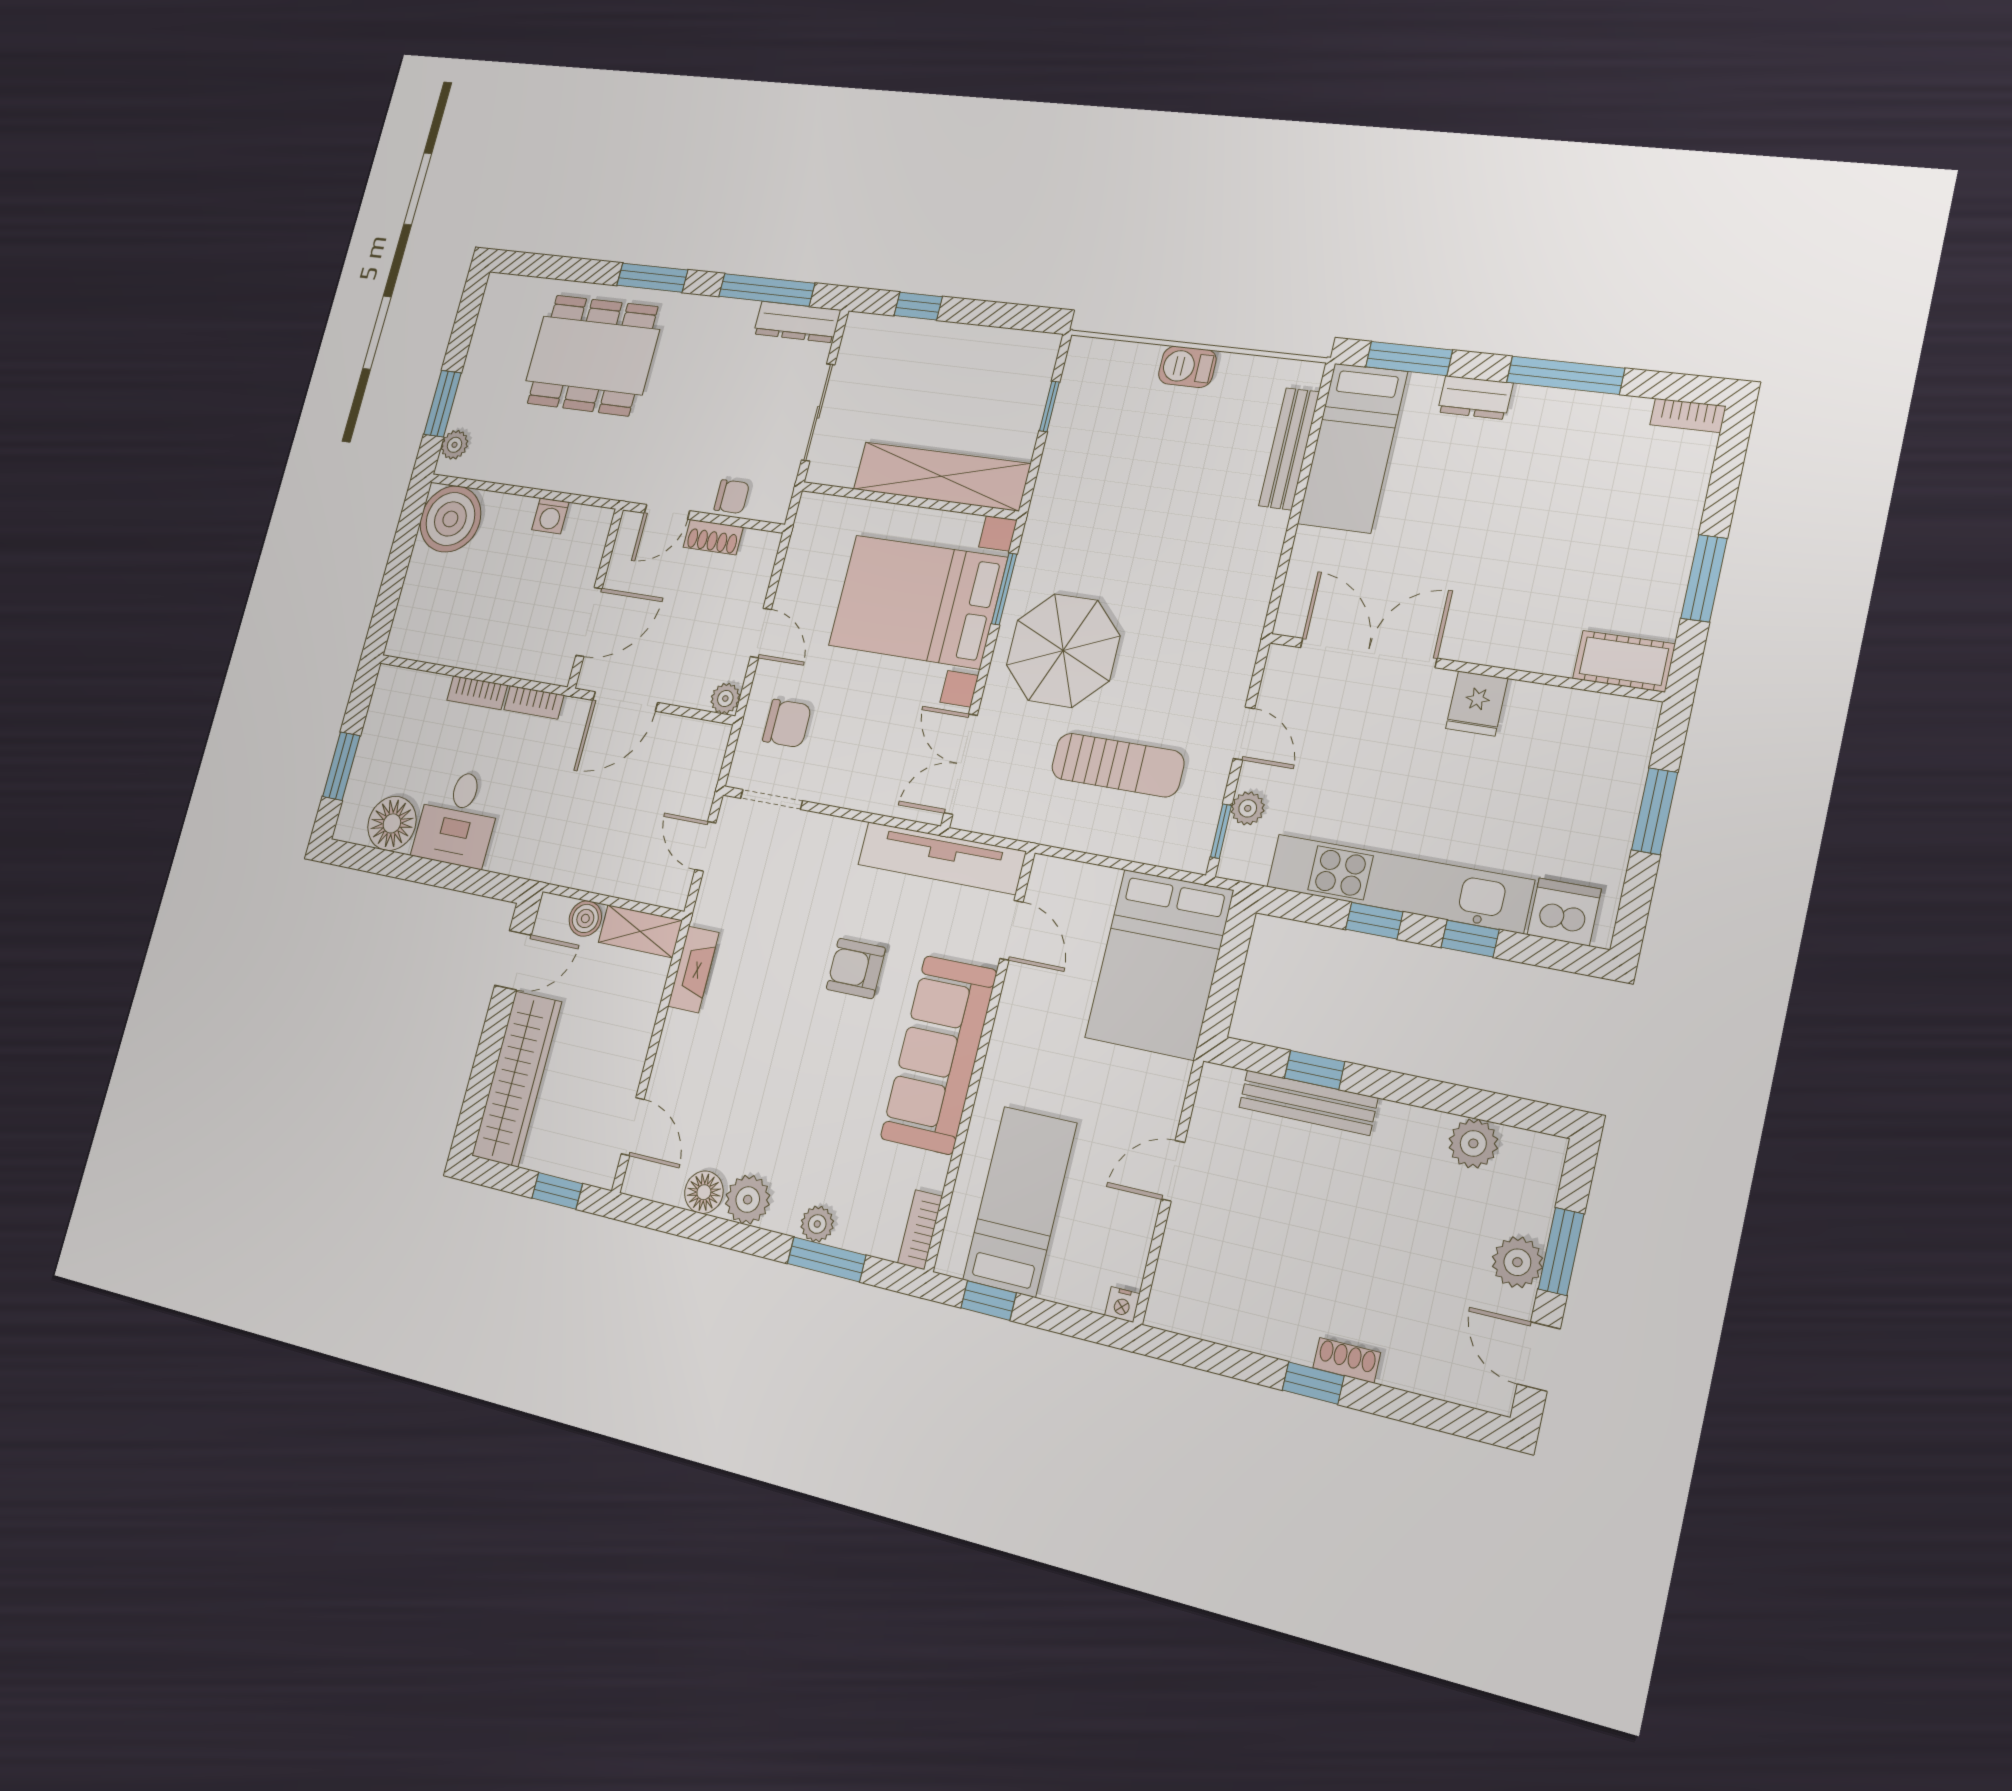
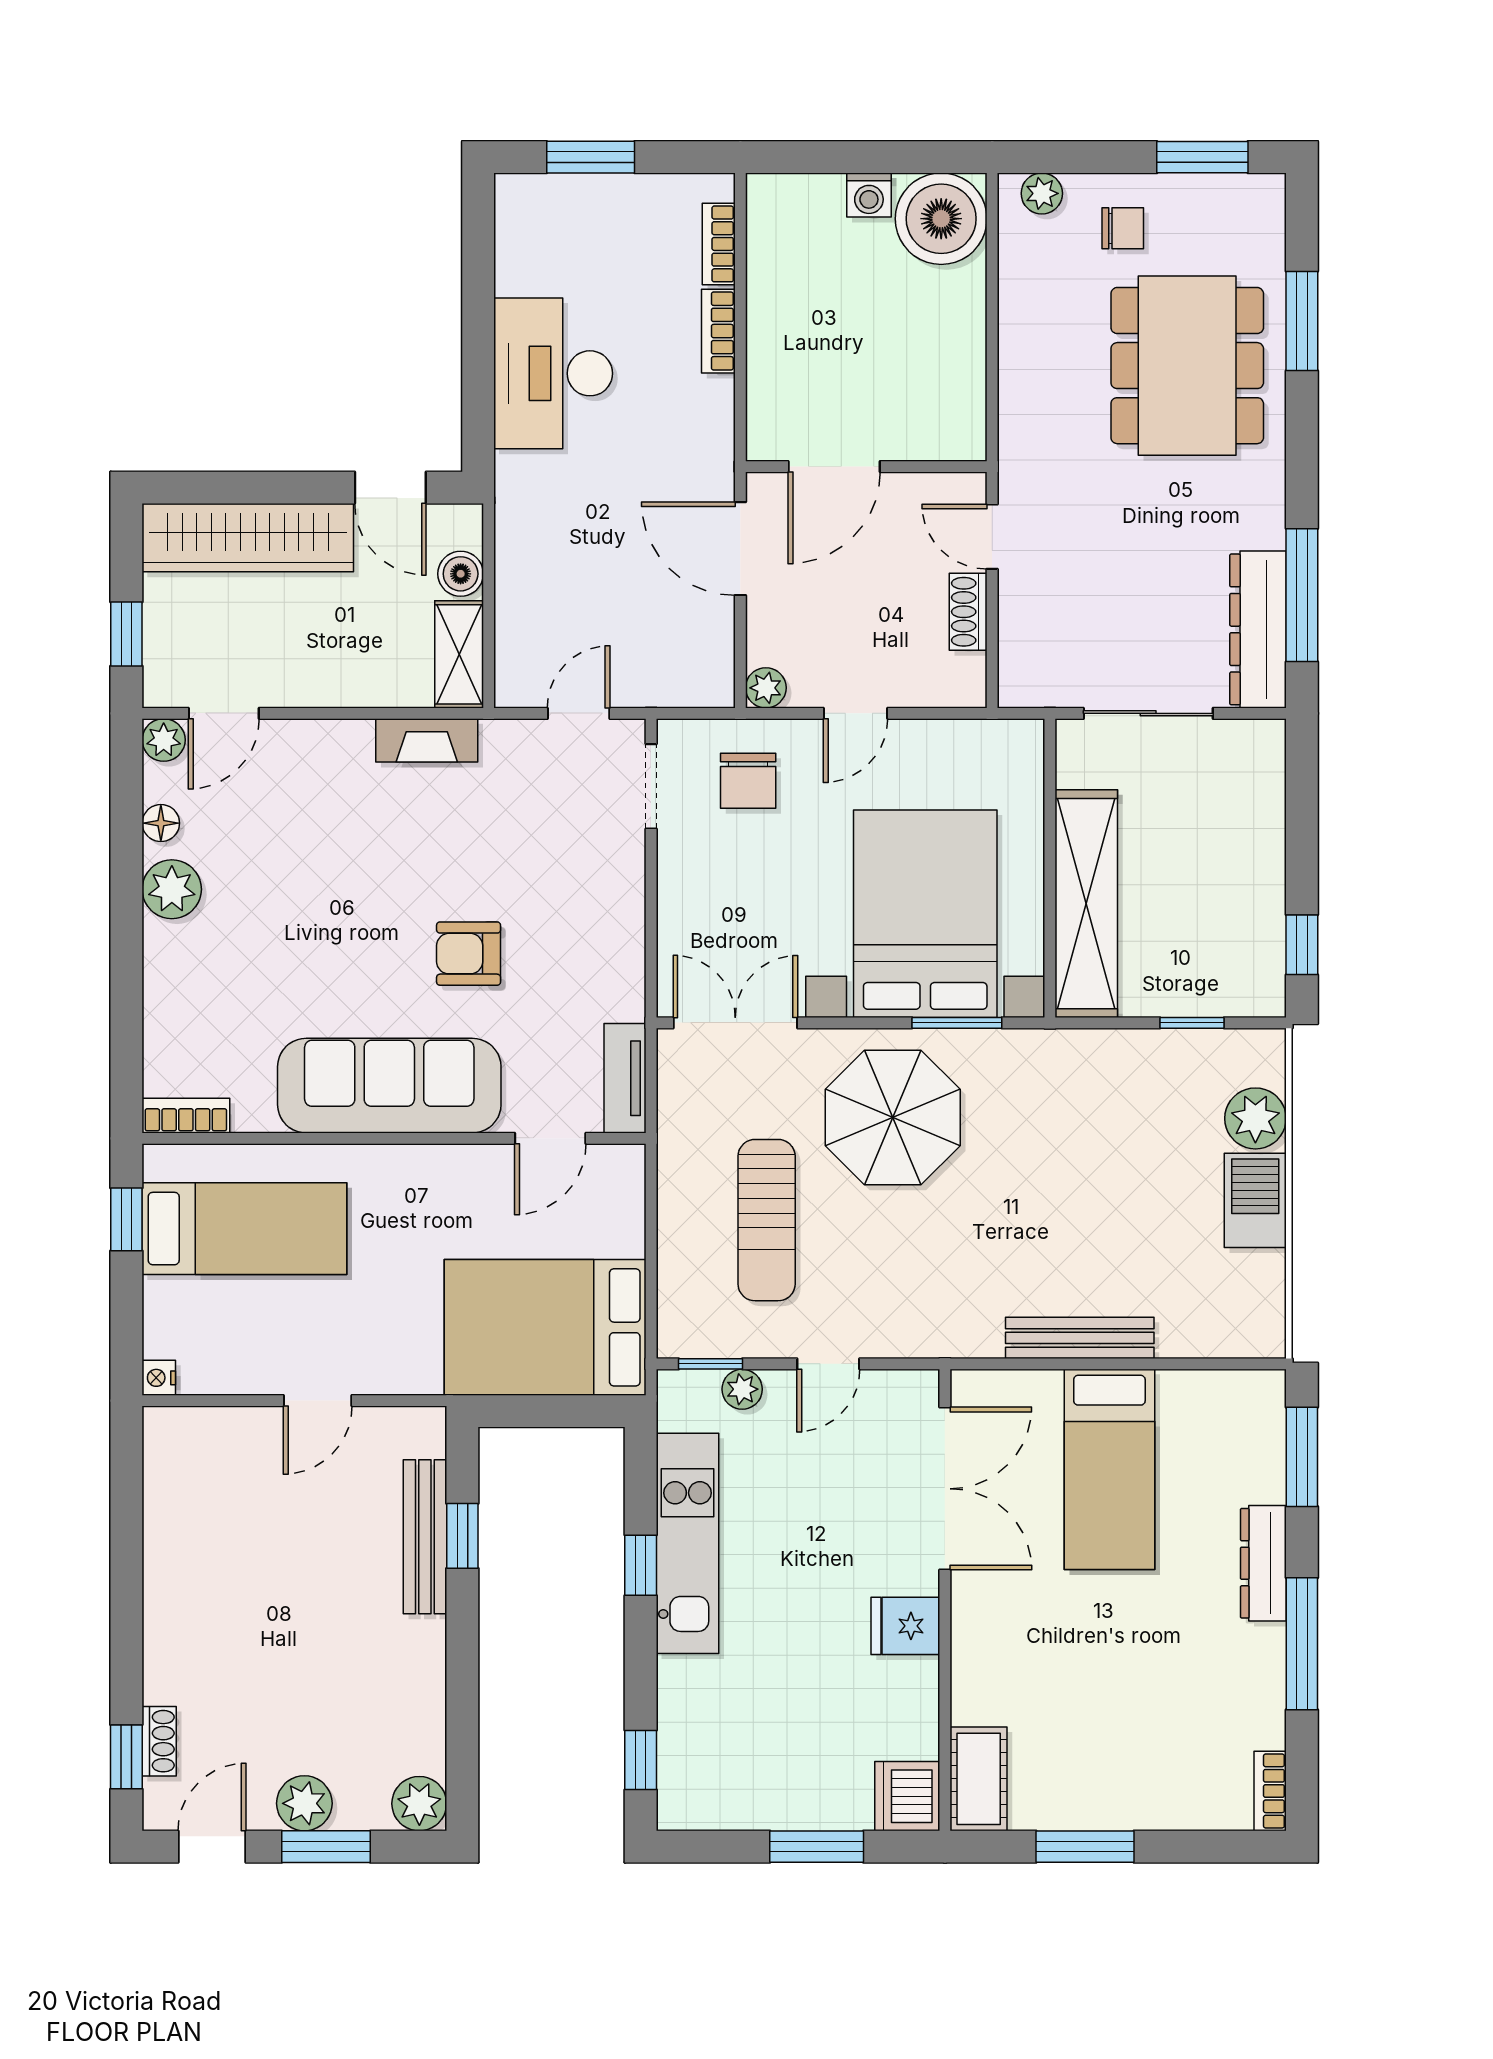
window: (652, 278) -> (1302, 321), moved
window: (918, 306) -> (1302, 945), moved
dresser: (797, 322) -> (1258, 629), width x1.37, depth x1.24
plant: (1133, 366) -> (1255, 1118), added
barbecue: (1187, 367) -> (1255, 1200), width x1.38, depth x1.27
dresser: (1475, 398) -> (1263, 1563), width x1.44
window: (443, 404) -> (1202, 157), moved
bed: (1353, 448) -> (1109, 1469), moved, turned -90
bench: (1289, 449) -> (1080, 1338), moved
chair: (732, 497) -> (1123, 228), moved, turned -90
washing machine: (550, 516) -> (869, 195), moved, turned -90
door: (589, 622) -> (834, 467), hinge flipped
bookcase: (534, 702) -> (719, 244), moved
desk: (458, 818) -> (553, 373), width x1.37
floor lamp: (392, 823) -> (530, 258), removed
tv unit: (941, 858) -> (625, 1078), width x0.52, depth x0.78
kitchen unit: (1399, 883) -> (687, 1543), width x0.73
dishwasher: (1564, 912) -> (907, 1796), moved, turned 180
window: (1470, 939) -> (641, 1760), moved
armchair: (856, 968) -> (469, 954), turned -90
plant: (1473, 1143) -> (419, 1804), moved
door: (1173, 1171) -> (318, 1401), swing flipped
floor lamp: (704, 1192) -> (161, 823), width x0.73, depth x0.73
plant: (817, 1224) -> (164, 740), moved
window: (827, 1259) -> (126, 1009), removed
shoe rack: (1347, 1360) -> (159, 1741), moved
window: (1313, 1383) -> (126, 1757), moved

